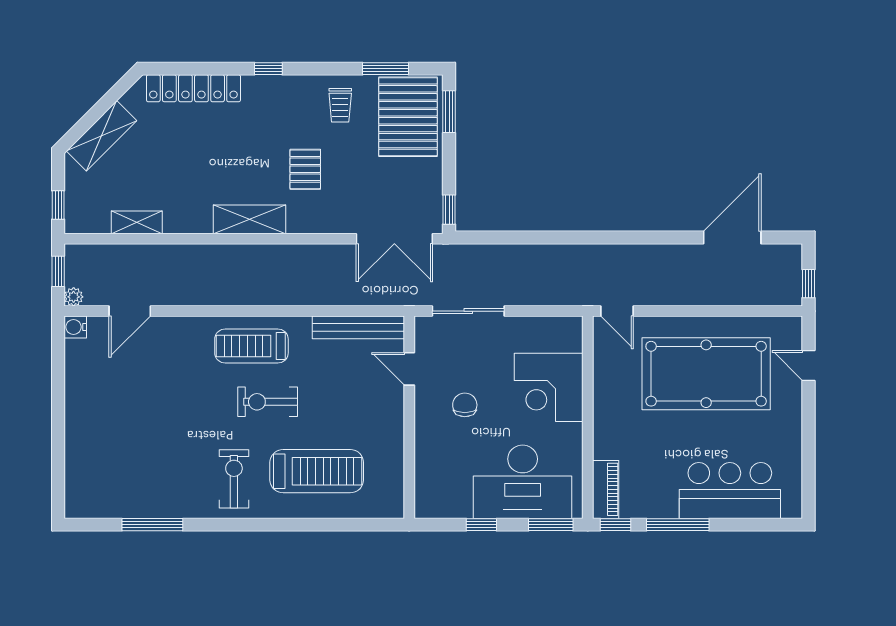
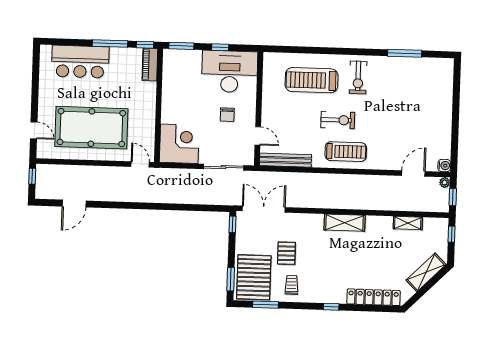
pallet: (305, 169) -> (286, 253), moved
door: (732, 237) -> (74, 204), width x0.73
corner desk: (549, 387) -> (179, 144), moved
desk: (523, 482) -> (230, 72), moved

